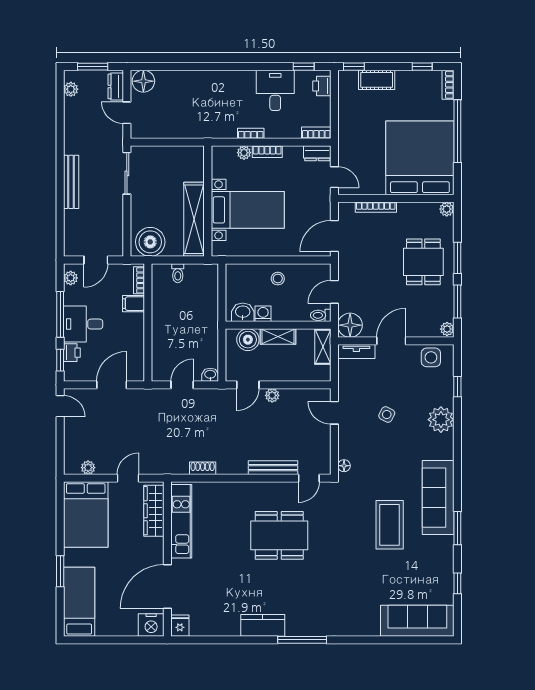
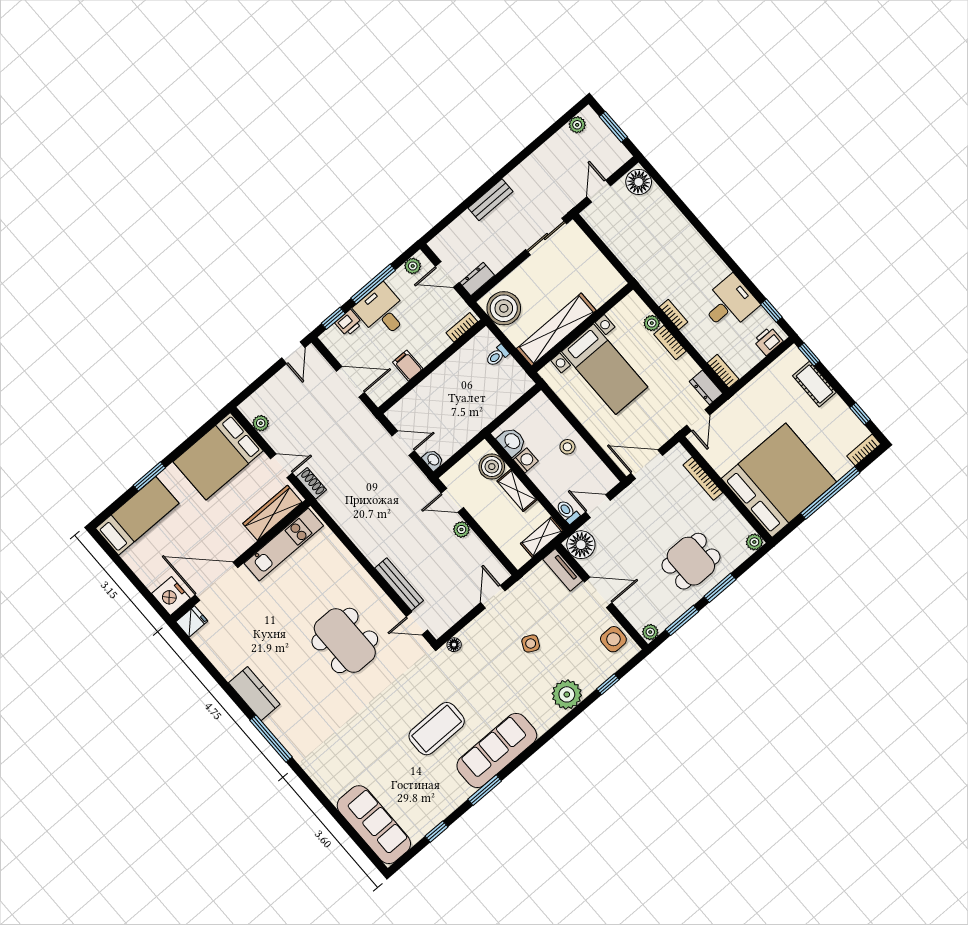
dresser: (116, 86) -> (477, 279), moved
bench: (71, 182) -> (490, 200), width x0.73
filing cabinet: (133, 304) -> (408, 366), moved
shoe rack: (203, 468) -> (311, 483), moved

